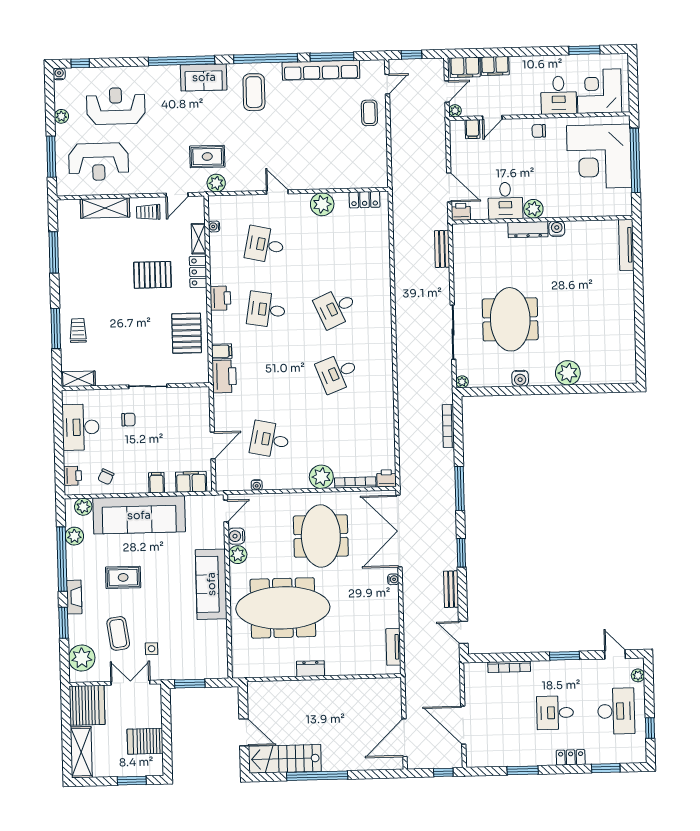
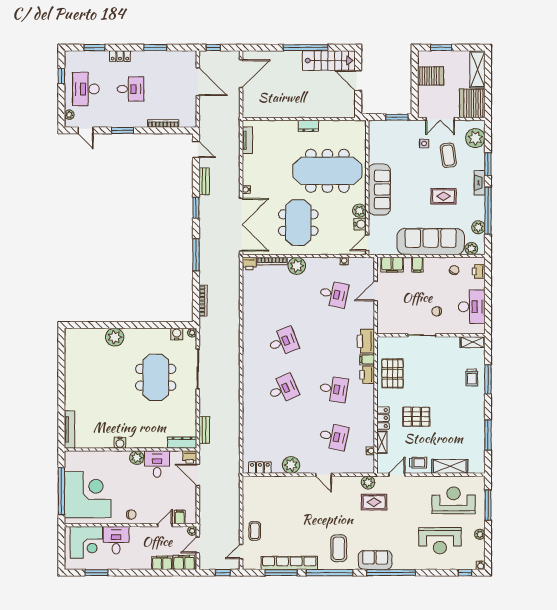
dresser: (528, 230) -> (182, 443), moved
printer: (220, 298) -> (367, 375), moved
water cooler: (520, 378) -> (177, 334), moved

